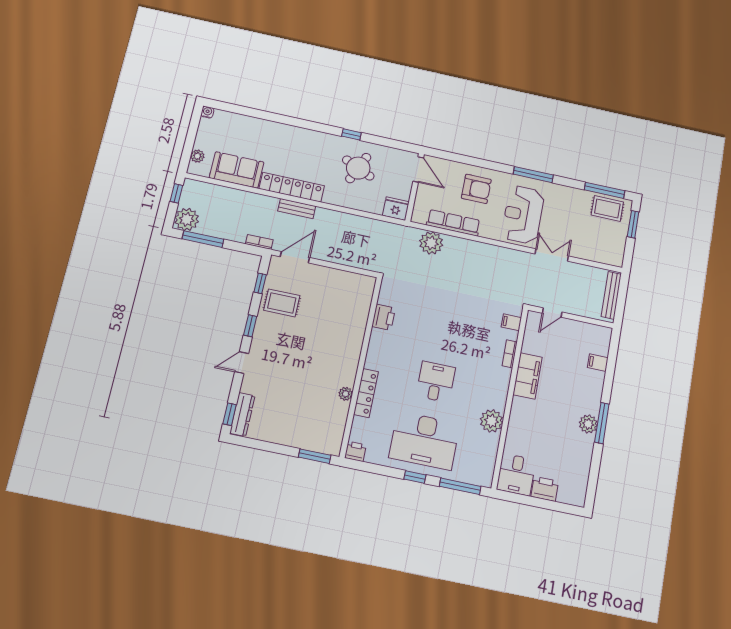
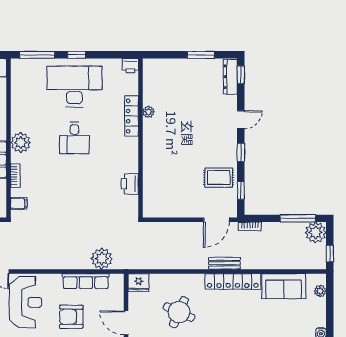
plant: (491, 421) -> (21, 142), moved
window: (315, 456) -> (201, 55), moved

